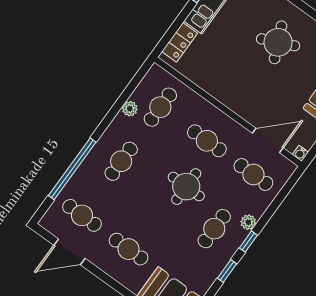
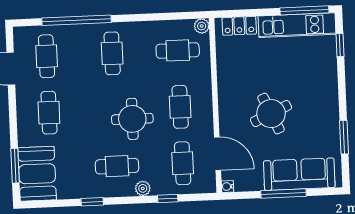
round table: (278, 42) -> (271, 114), moved
plant: (130, 109) -> (202, 26), moved
cafe table: (121, 161) -> (112, 53), turned 90
window: (248, 242) -> (168, 199), moved

